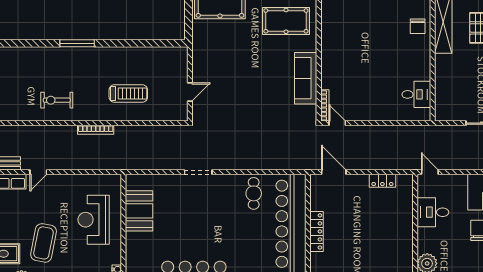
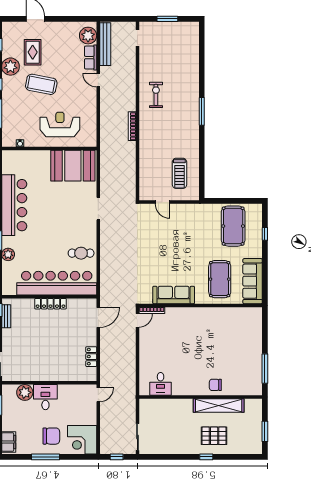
treadmill: (128, 93) -> (179, 173), moved
booth: (139, 211) -> (73, 166), width x1.36, depth x1.42
desk: (433, 212) -> (45, 397), moved

